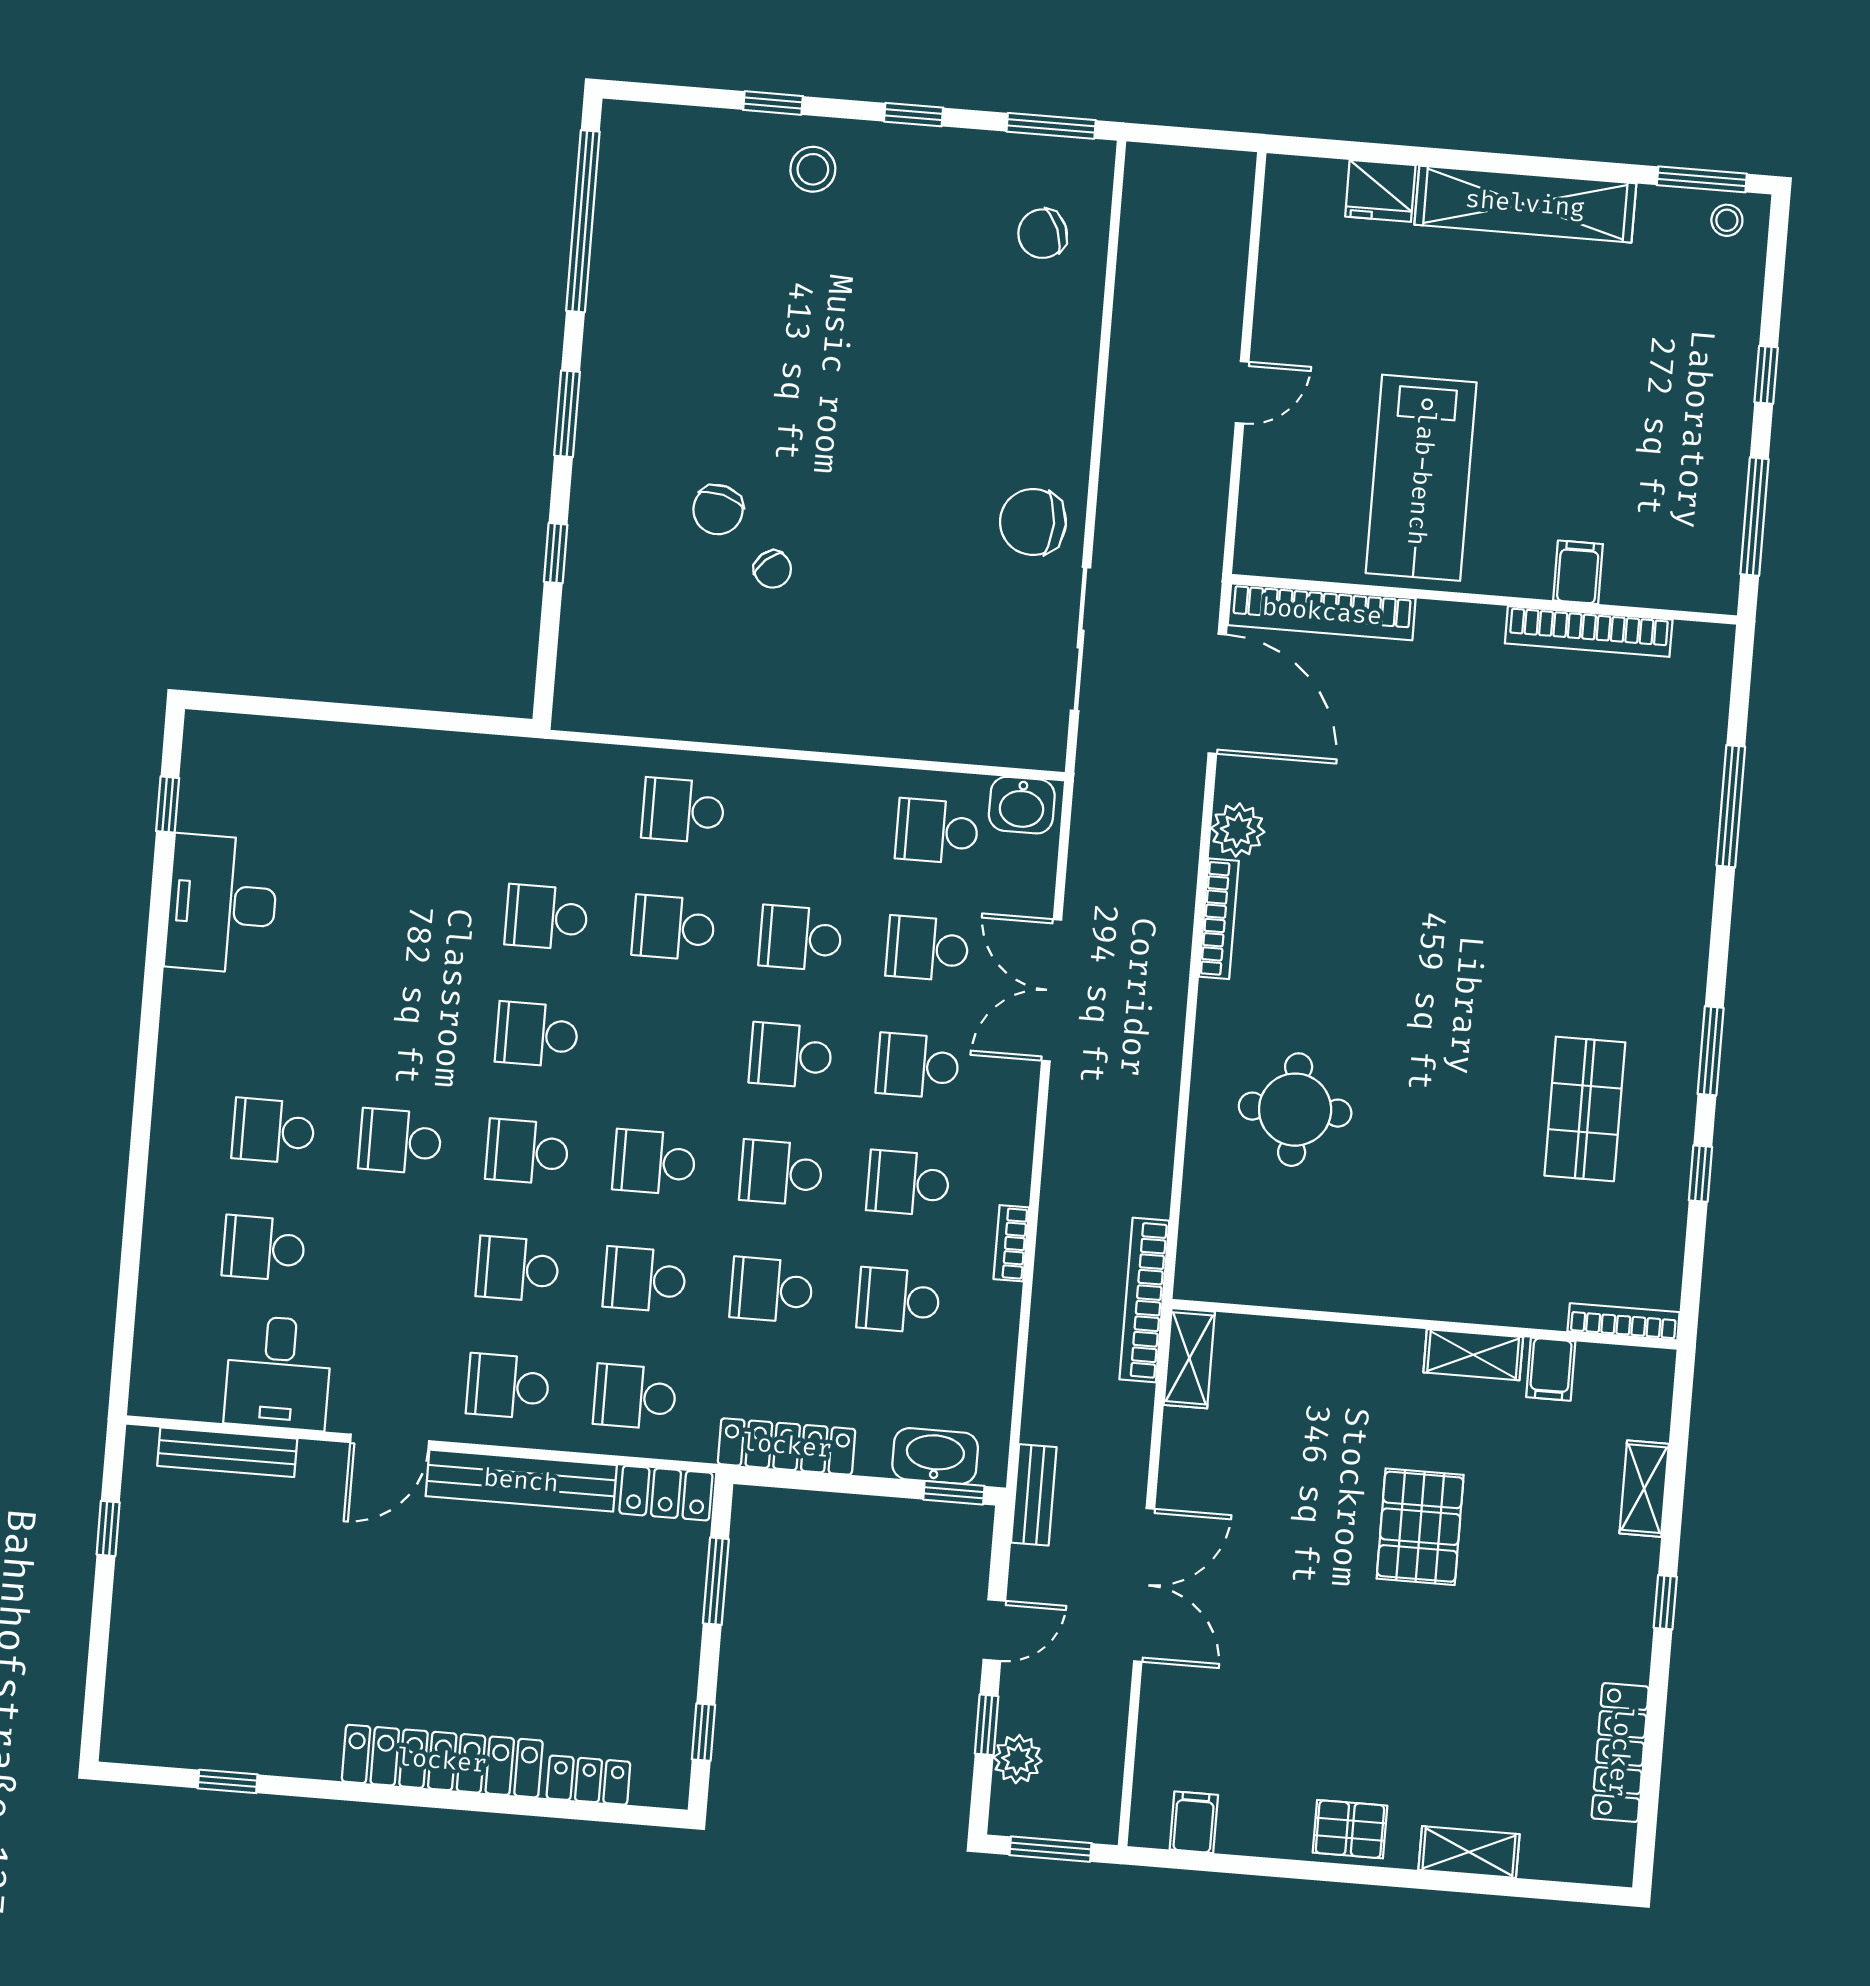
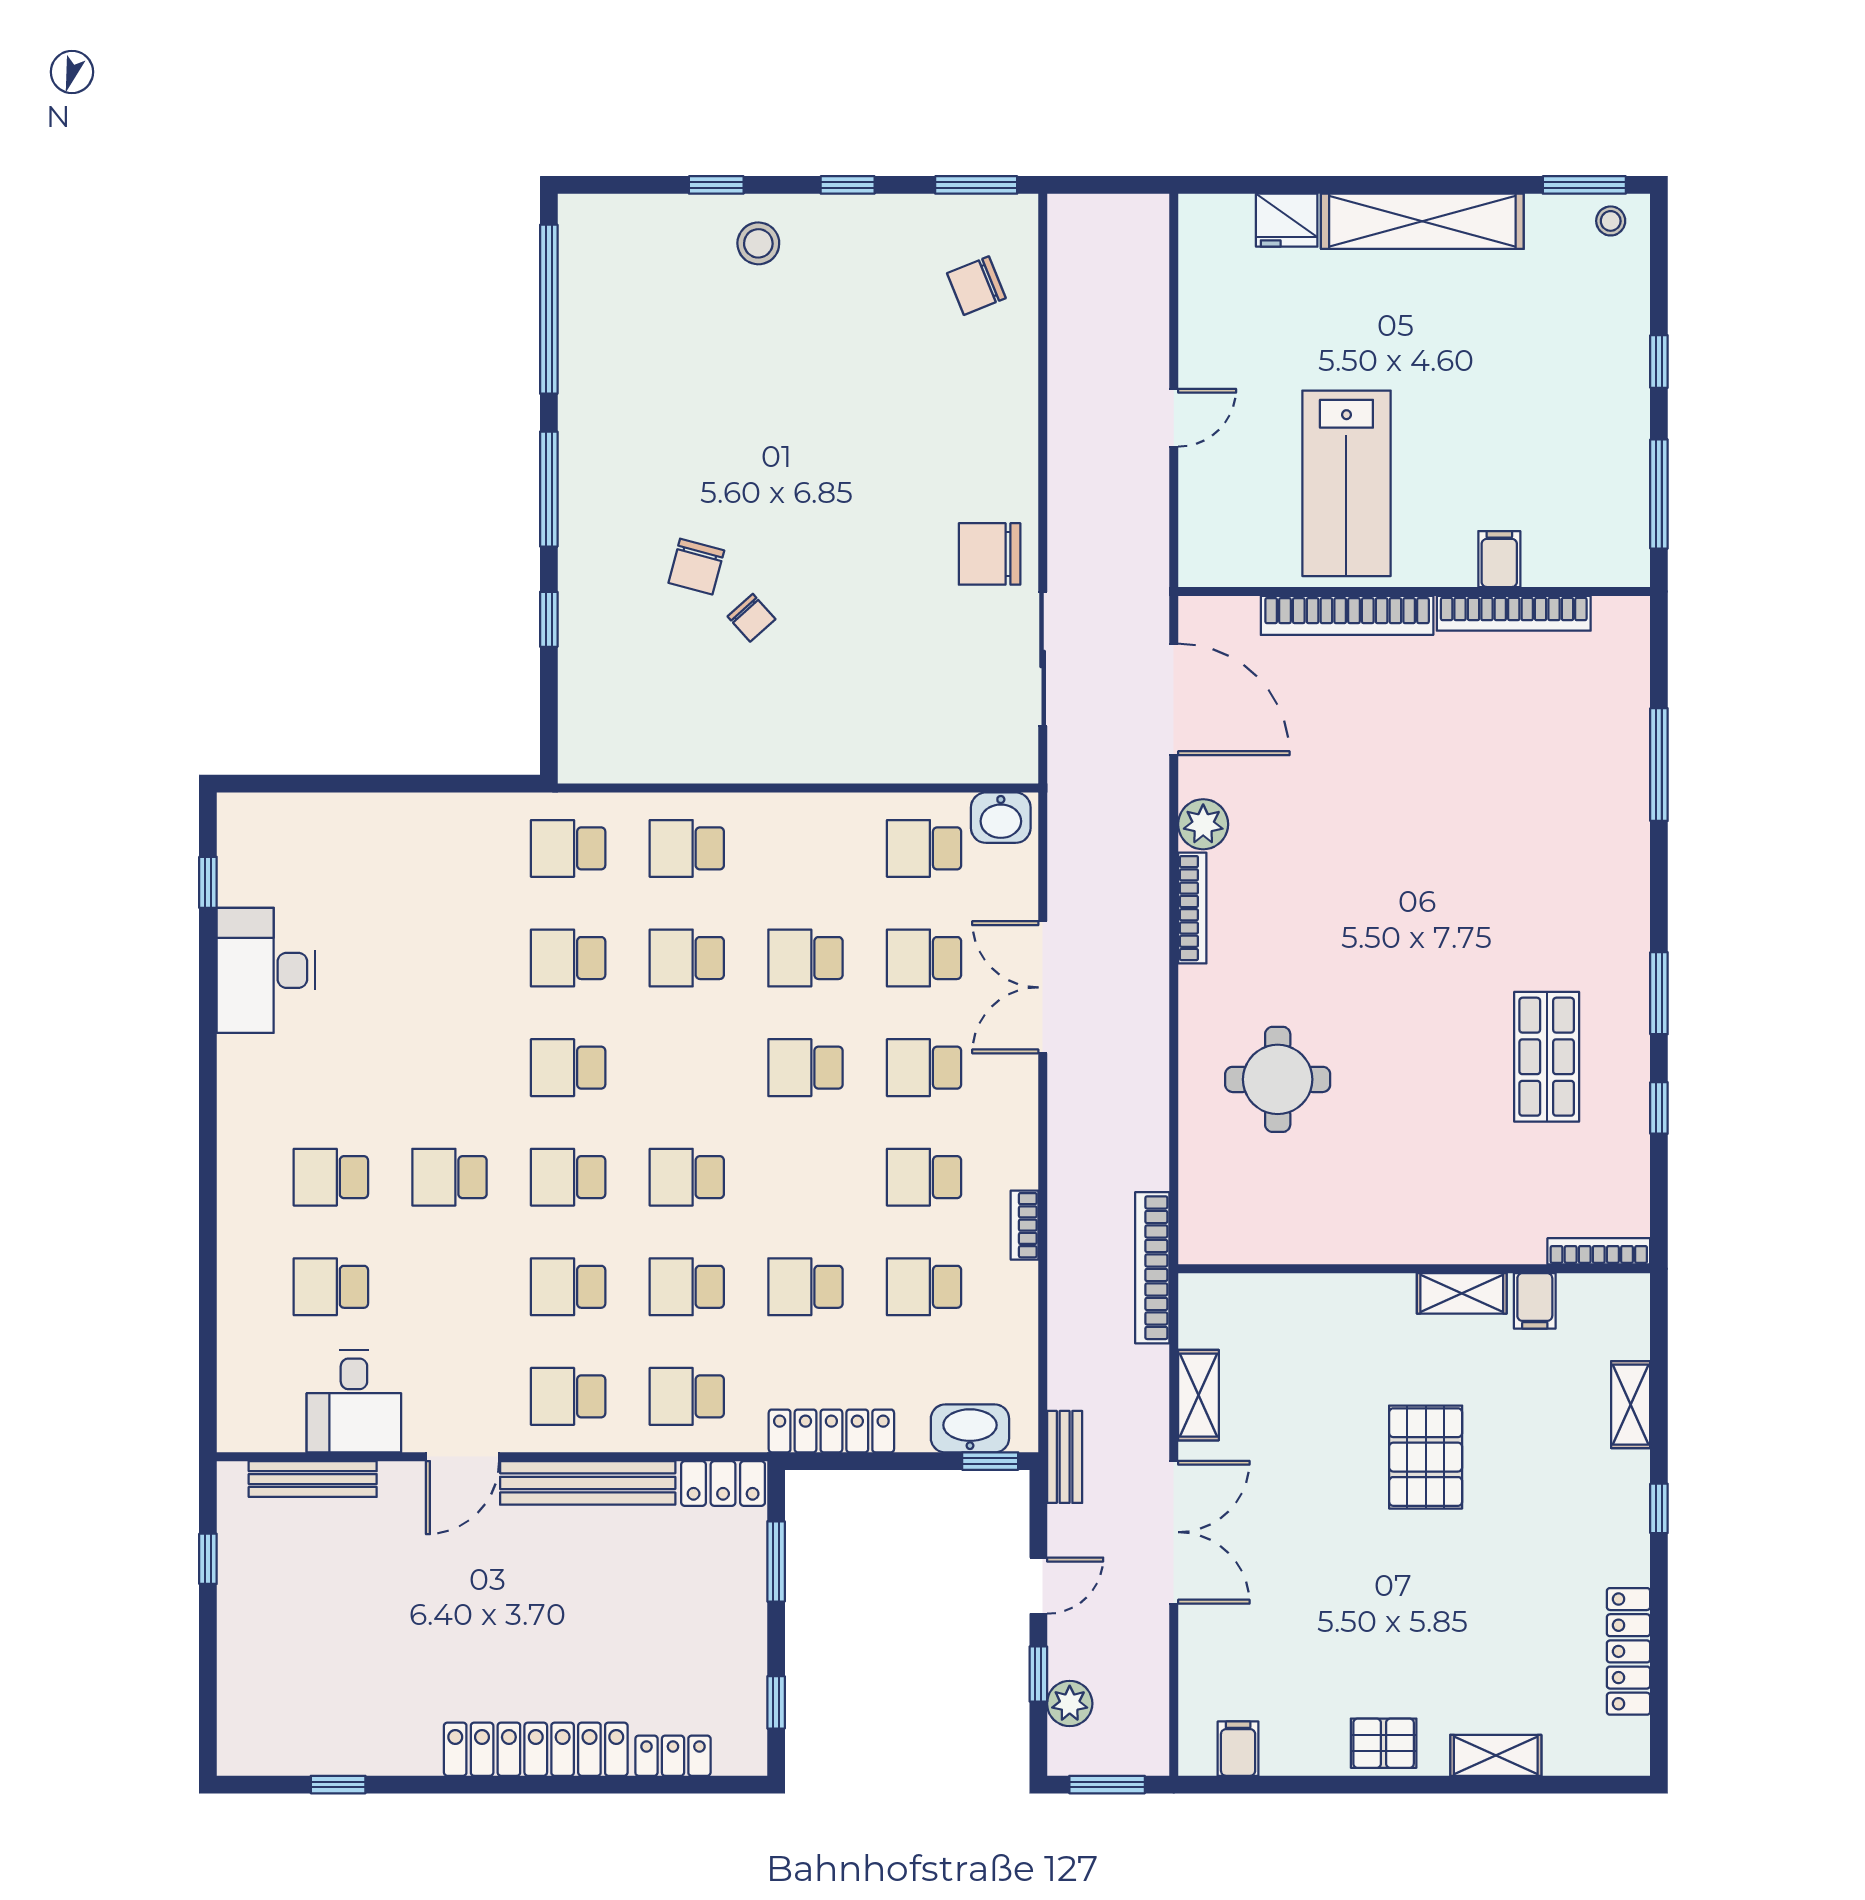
window: (567, 414) -> (549, 489), width x1.44
bookcase: (1322, 612) -> (1347, 615), moved
school desk: (781, 1173) -> (568, 848), moved
shelving: (1189, 1358) -> (1198, 1395), moved

